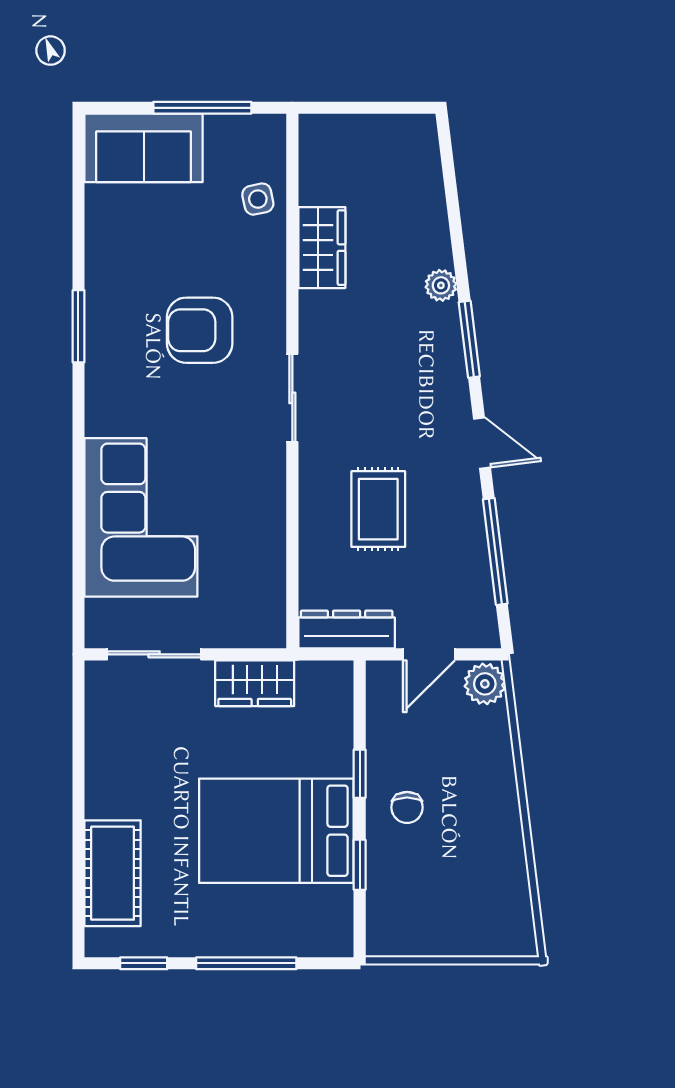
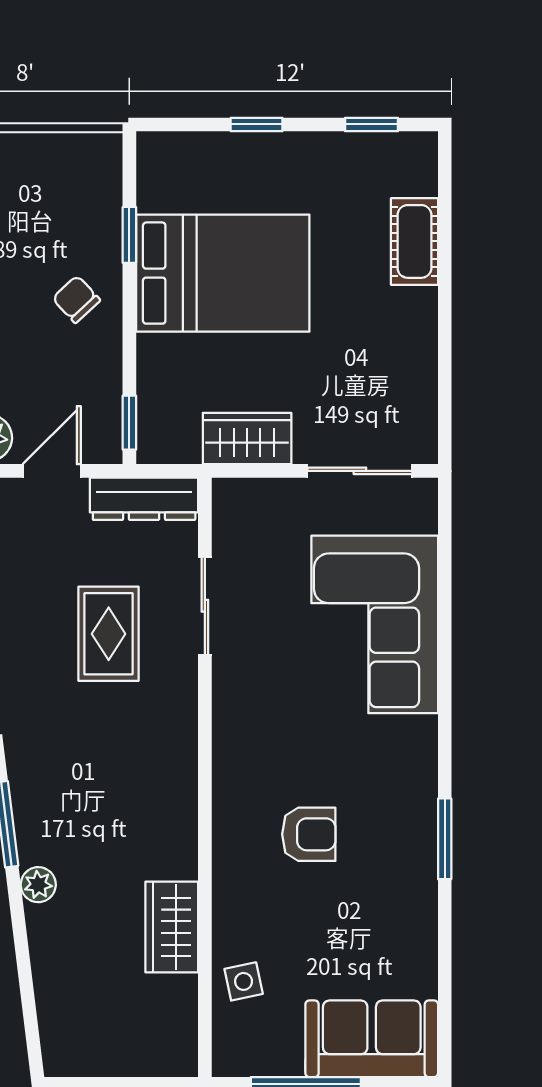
armchair: (200, 330) -> (309, 834), width x0.72, depth x0.72
sliding door: (292, 398) -> (205, 606), moved
window: (360, 774) -> (129, 423), moved
chair: (407, 807) -> (76, 299), turned -43
cot: (113, 873) -> (414, 241), width x0.73, depth x0.75
window: (246, 963) -> (257, 124), width x0.46

